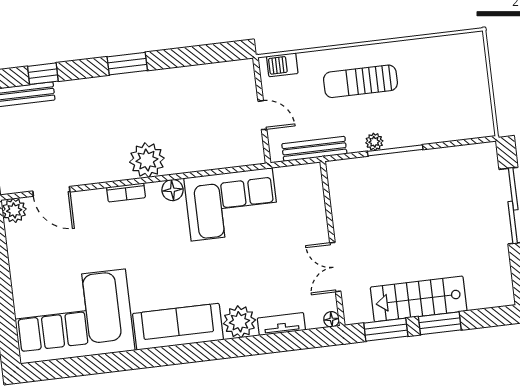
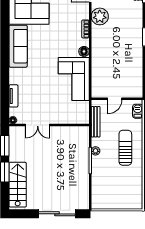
plant: (147, 160) -> (100, 16), moved
double door: (335, 267) -> (38, 125), swing flipped
stairs: (419, 299) -> (18, 185), moved
plant: (239, 322) -> (17, 76), removed

